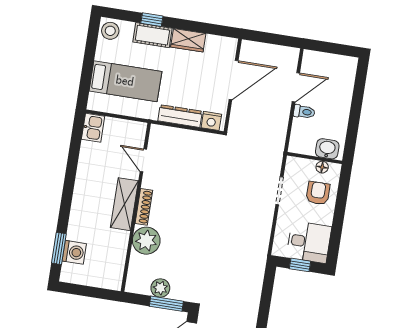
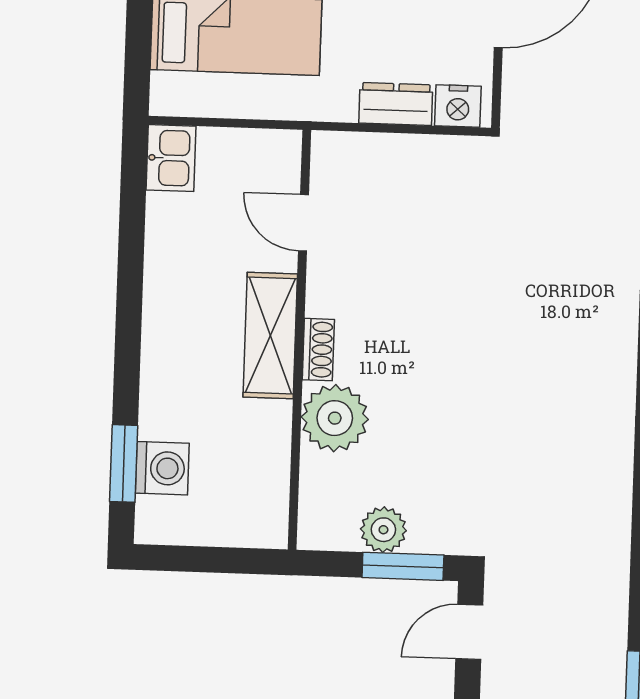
dresser: (180, 116) -> (396, 104), width x0.70
shoe rack: (144, 207) -> (318, 350), width x0.70

